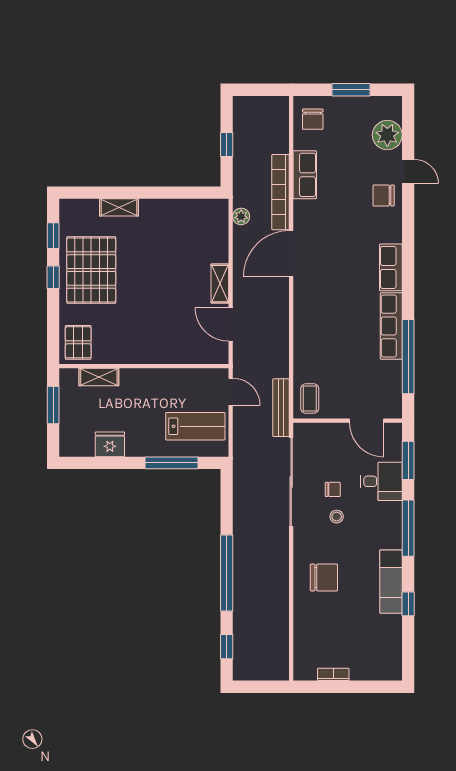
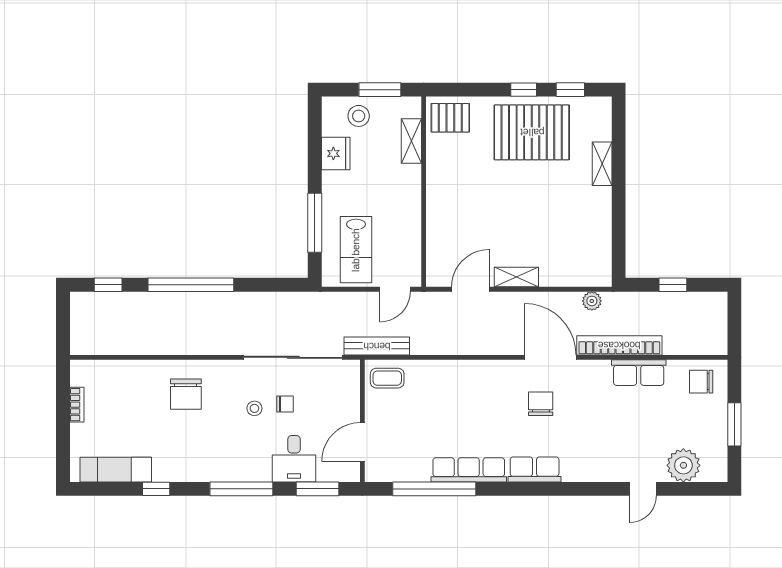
chair: (384, 195) -> (541, 404), moved
stool: (77, 424) -> (359, 116), added
chair: (333, 489) -> (285, 404), turned -90
exam couch: (391, 582) -> (116, 470), moved

